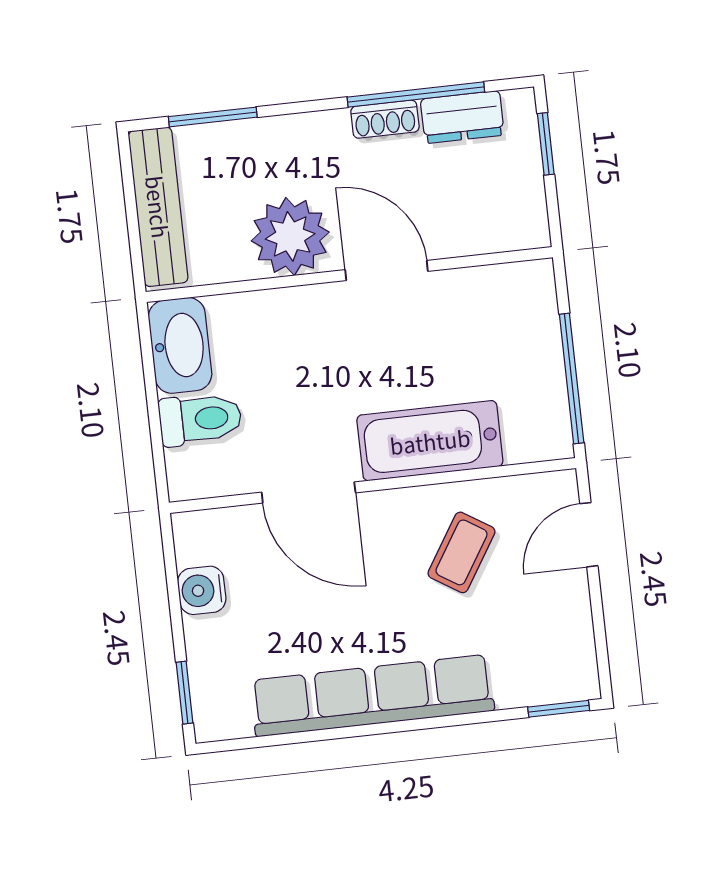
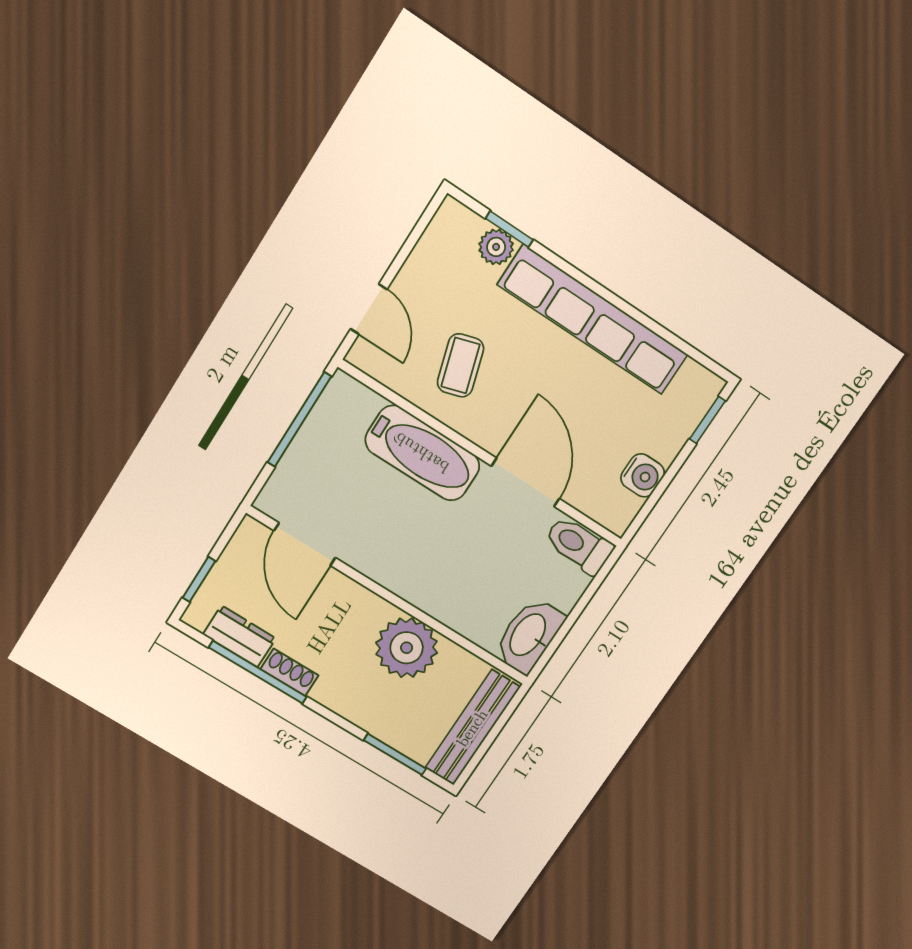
door: (386, 270) -> (305, 544), moved
toilet: (200, 419) -> (579, 545), moved
door: (589, 535) -> (369, 309), hinge flipped
coffee table: (461, 552) -> (460, 365), turned -49
plant: (517, 687) -> (496, 247), added
window: (559, 709) -> (509, 229), moved

